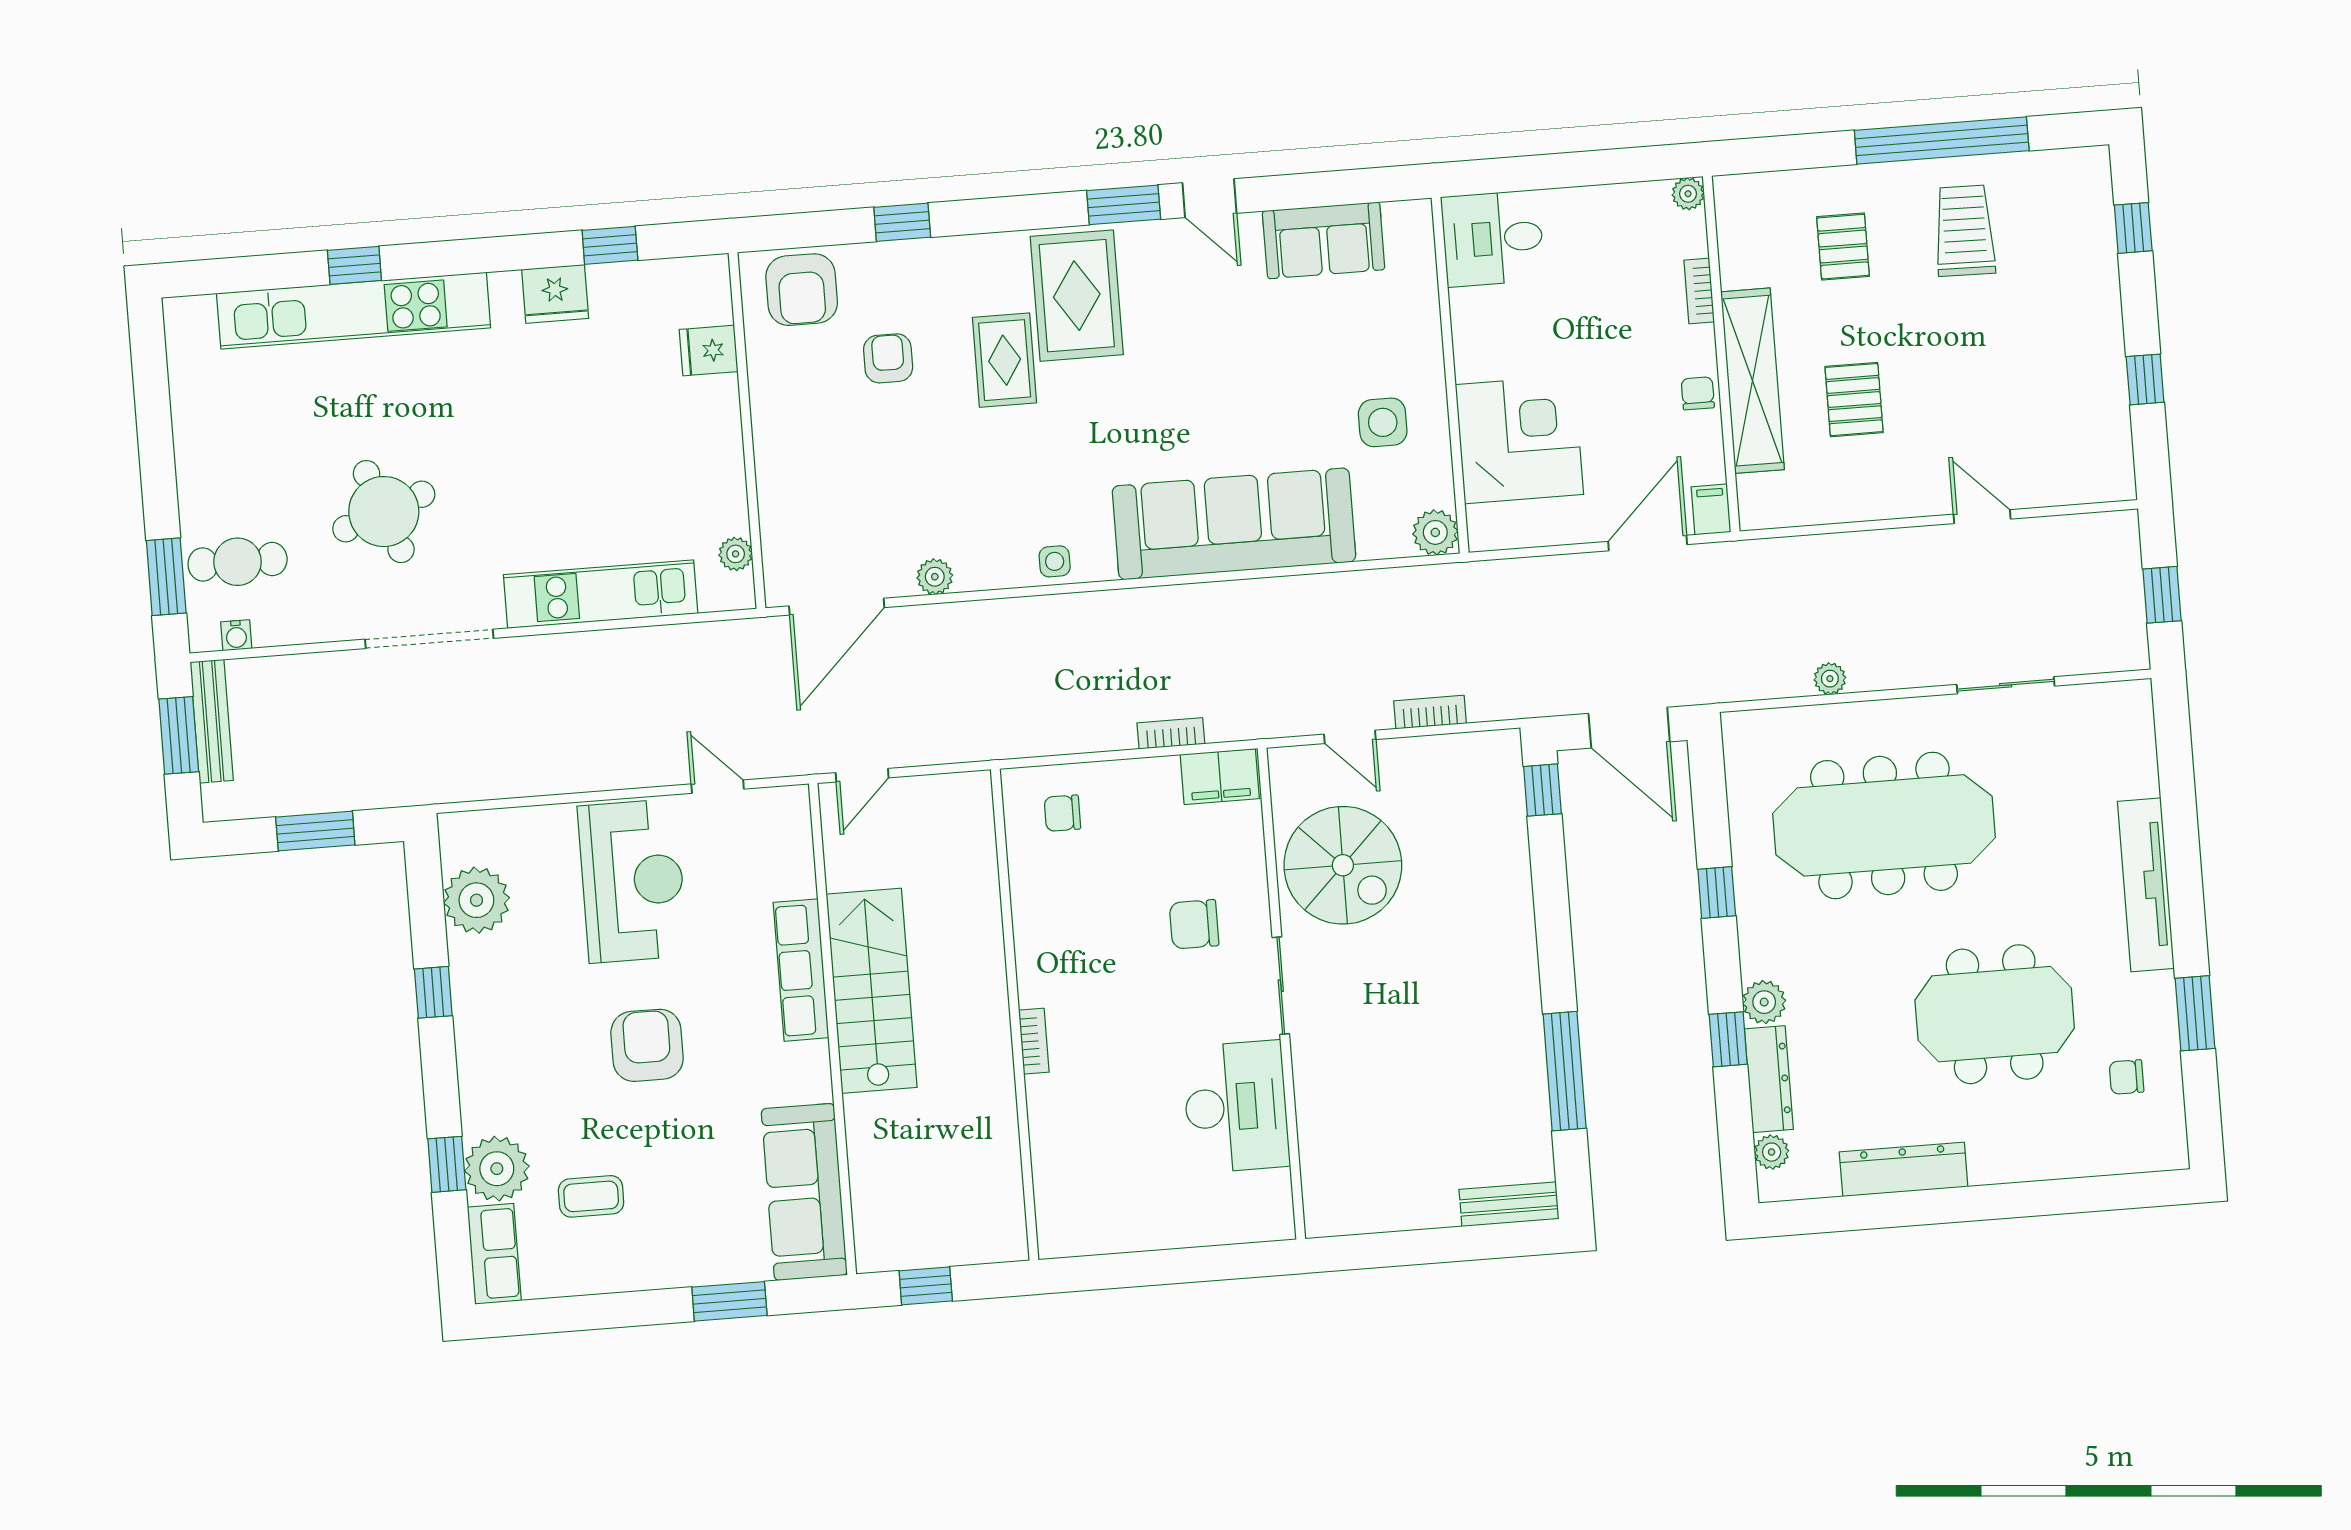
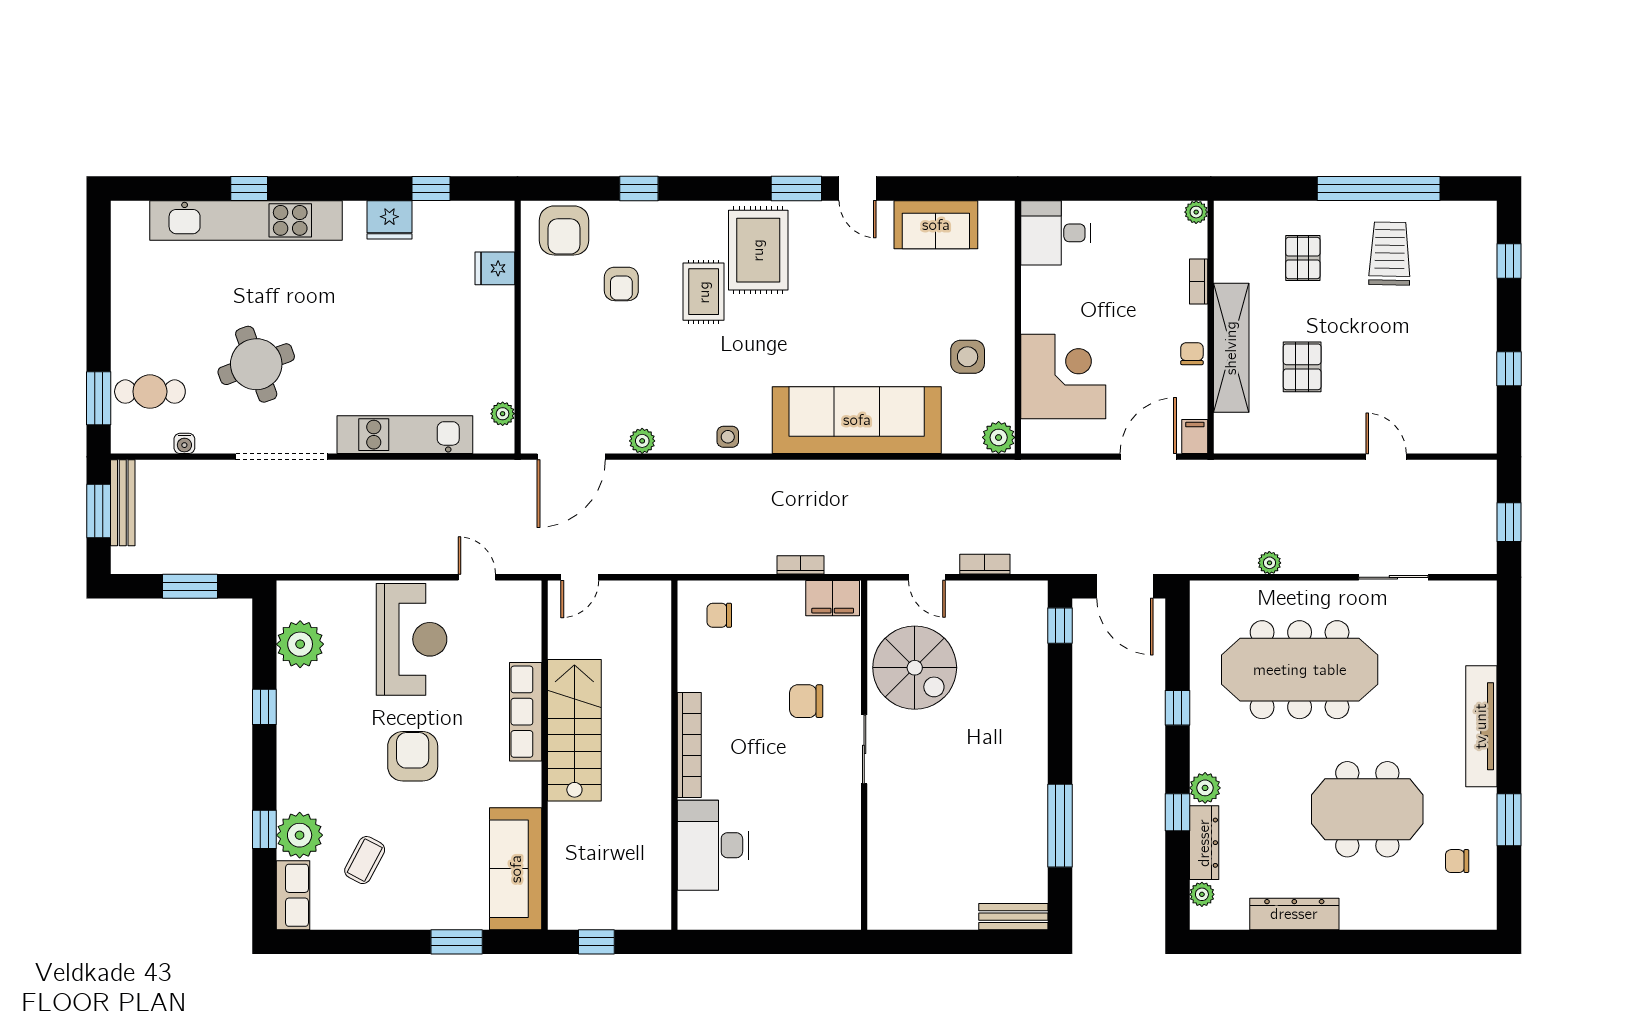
armchair: (888, 358) -> (621, 284), turned 180
water cooler: (236, 635) -> (184, 443), moved
bookcase: (1034, 1041) -> (689, 745), width x2.31, depth x1.31
desk: (1236, 1107) -> (713, 845), moved, turned 180
coffee table: (591, 1196) -> (365, 860), turned -62

